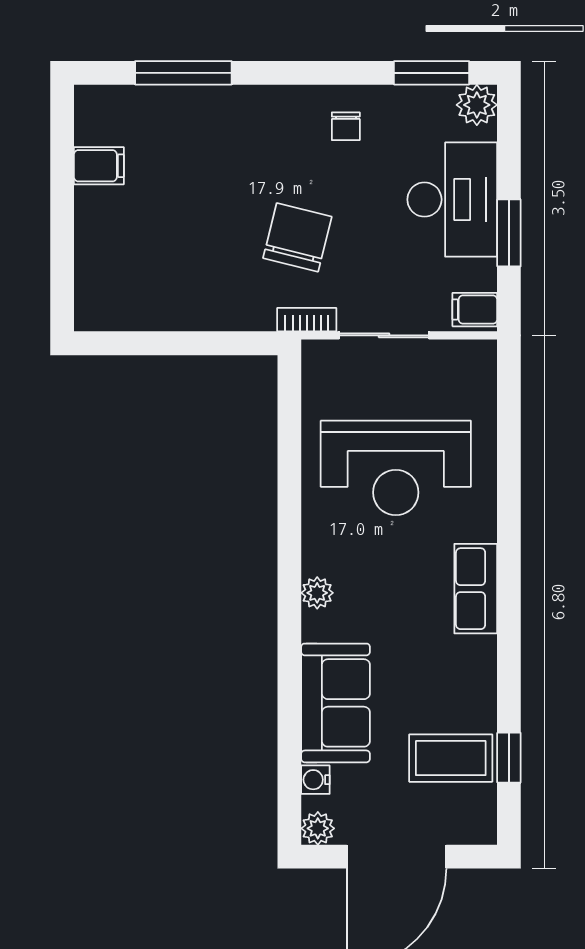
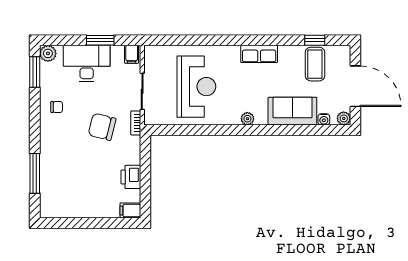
filing cabinet: (99, 166) -> (130, 210), moved, turned -90
printer: (175, 308) -> (131, 177), added
row of seats: (476, 589) -> (259, 54), moved

